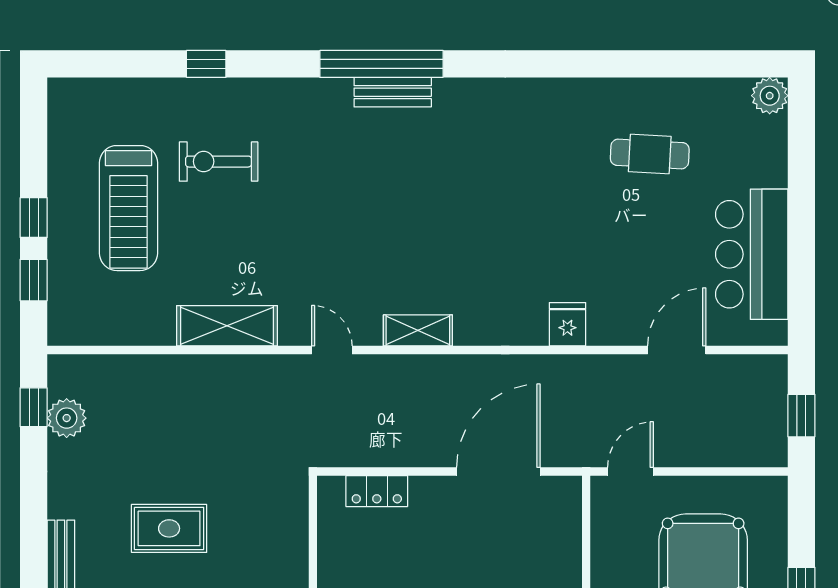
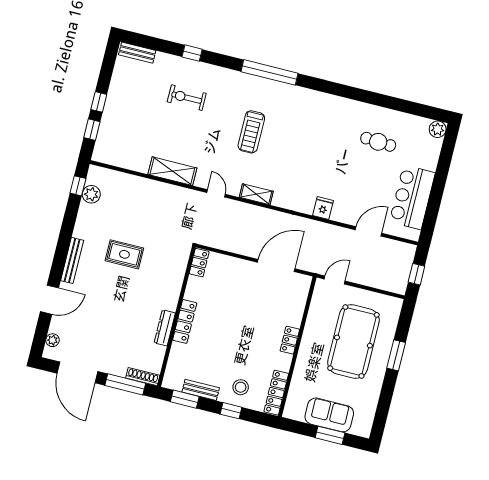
bench: (393, 92) -> (137, 53), moved
treadmill: (128, 208) -> (251, 132), moved, width x0.73, depth x0.73
locker: (377, 491) -> (199, 263), moved, turned -90

